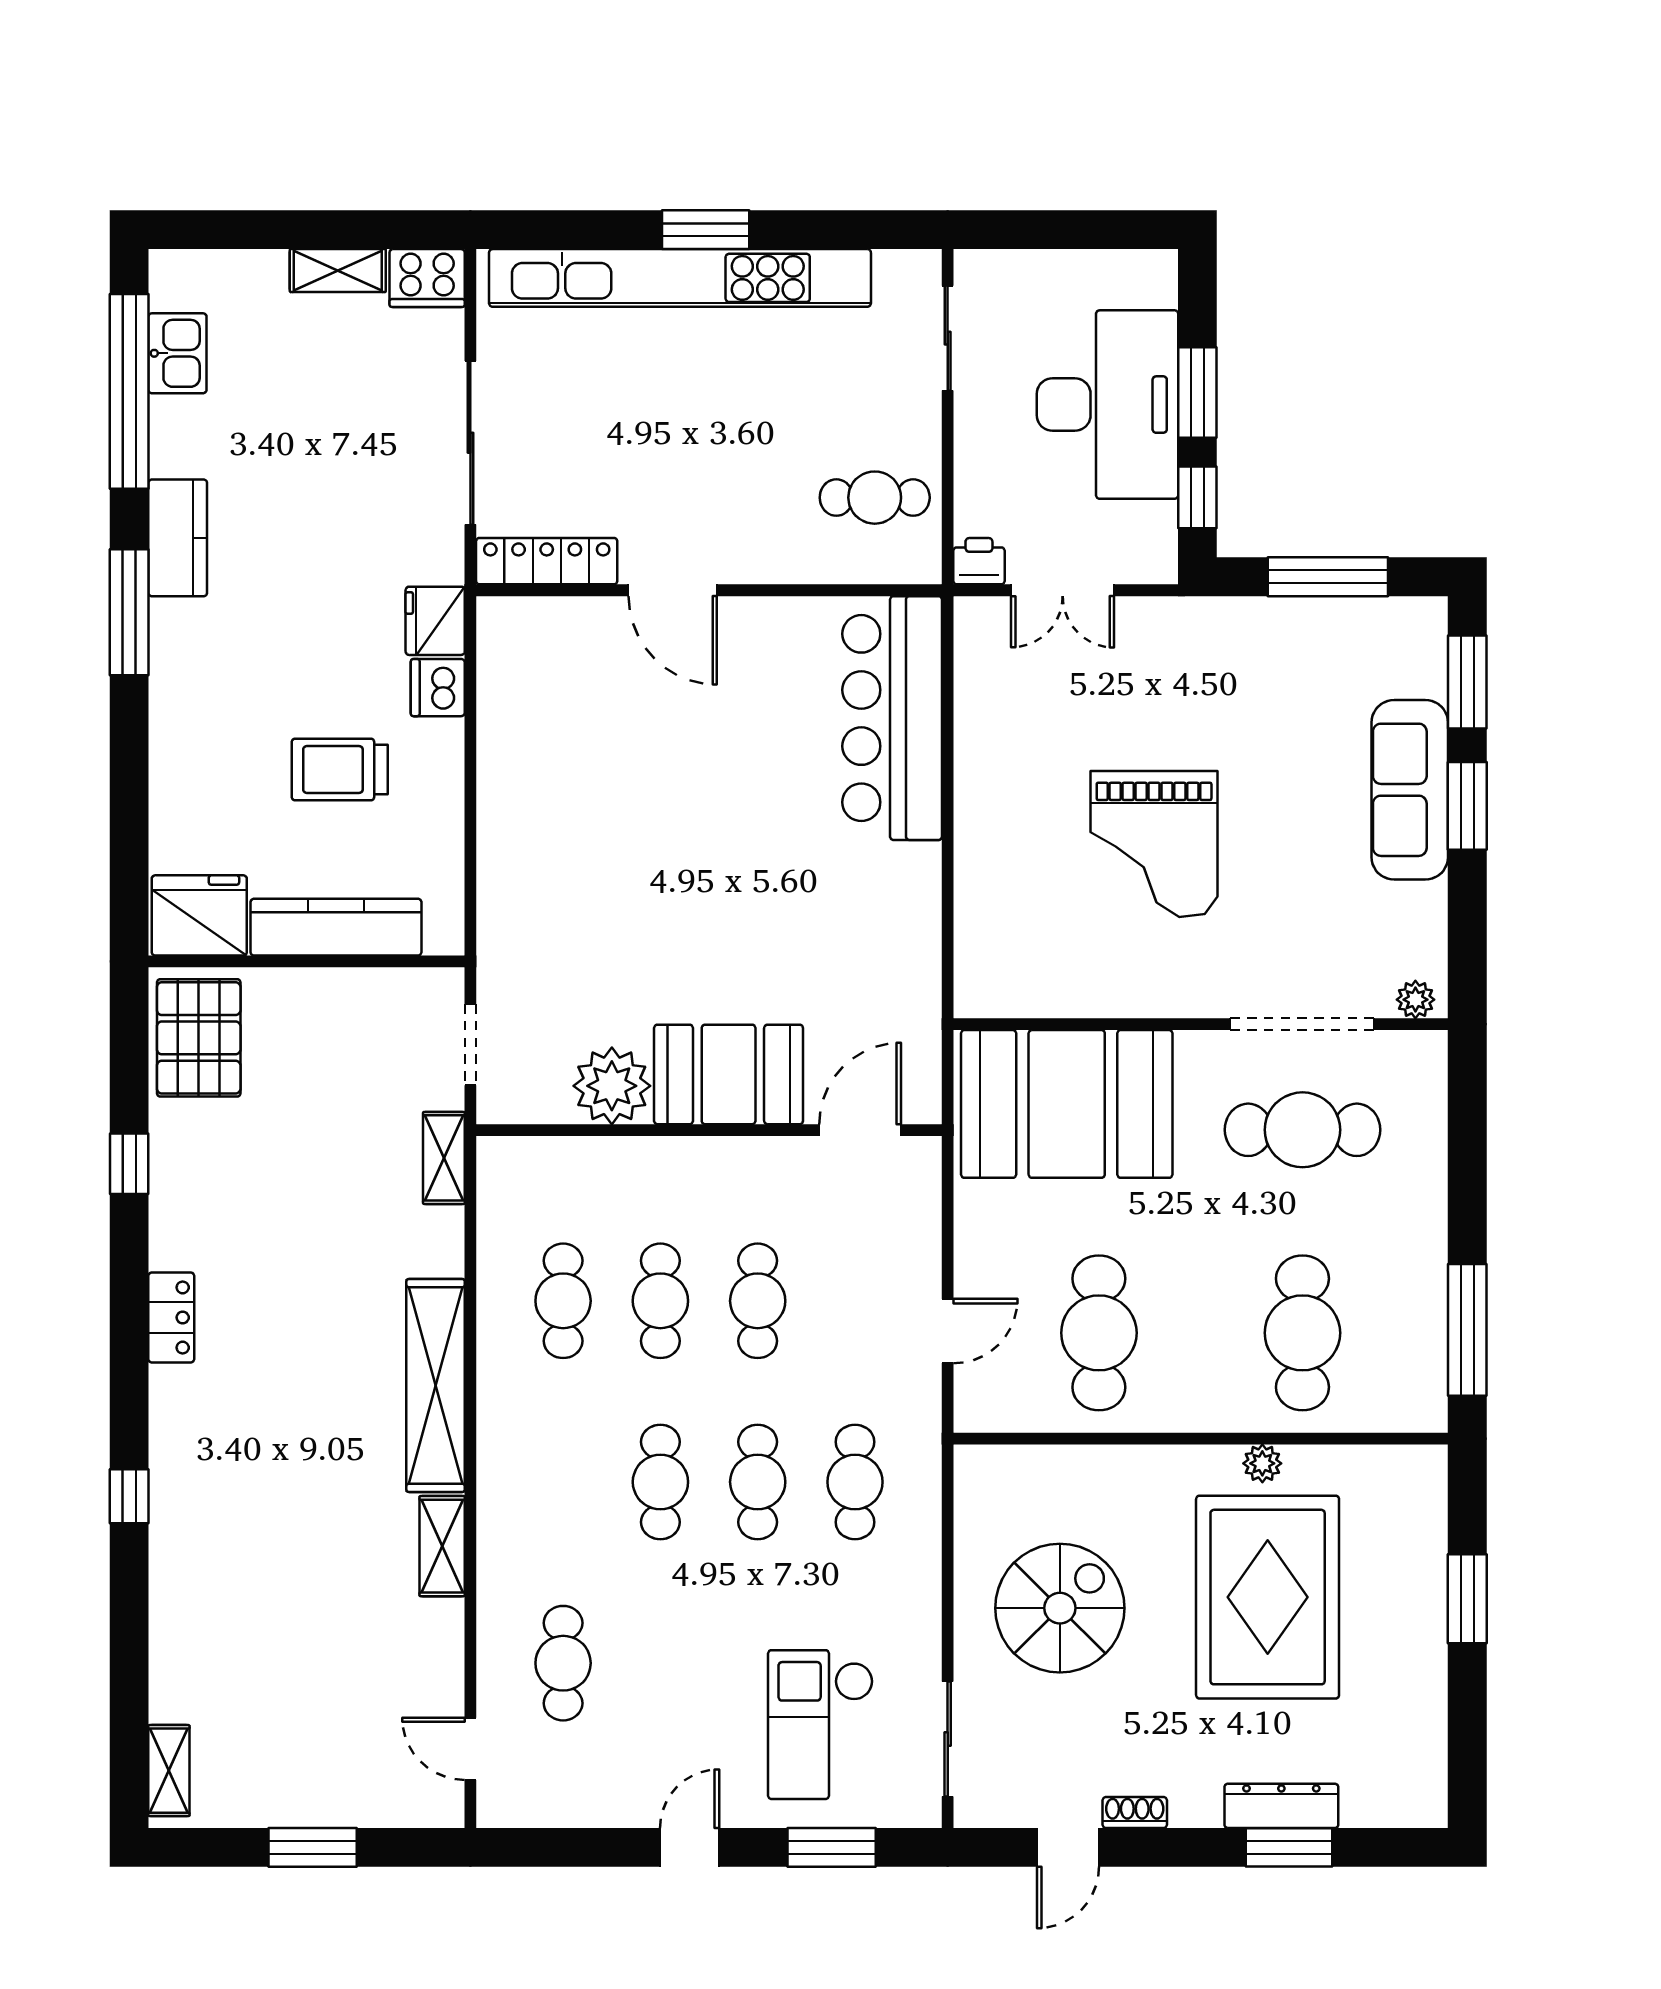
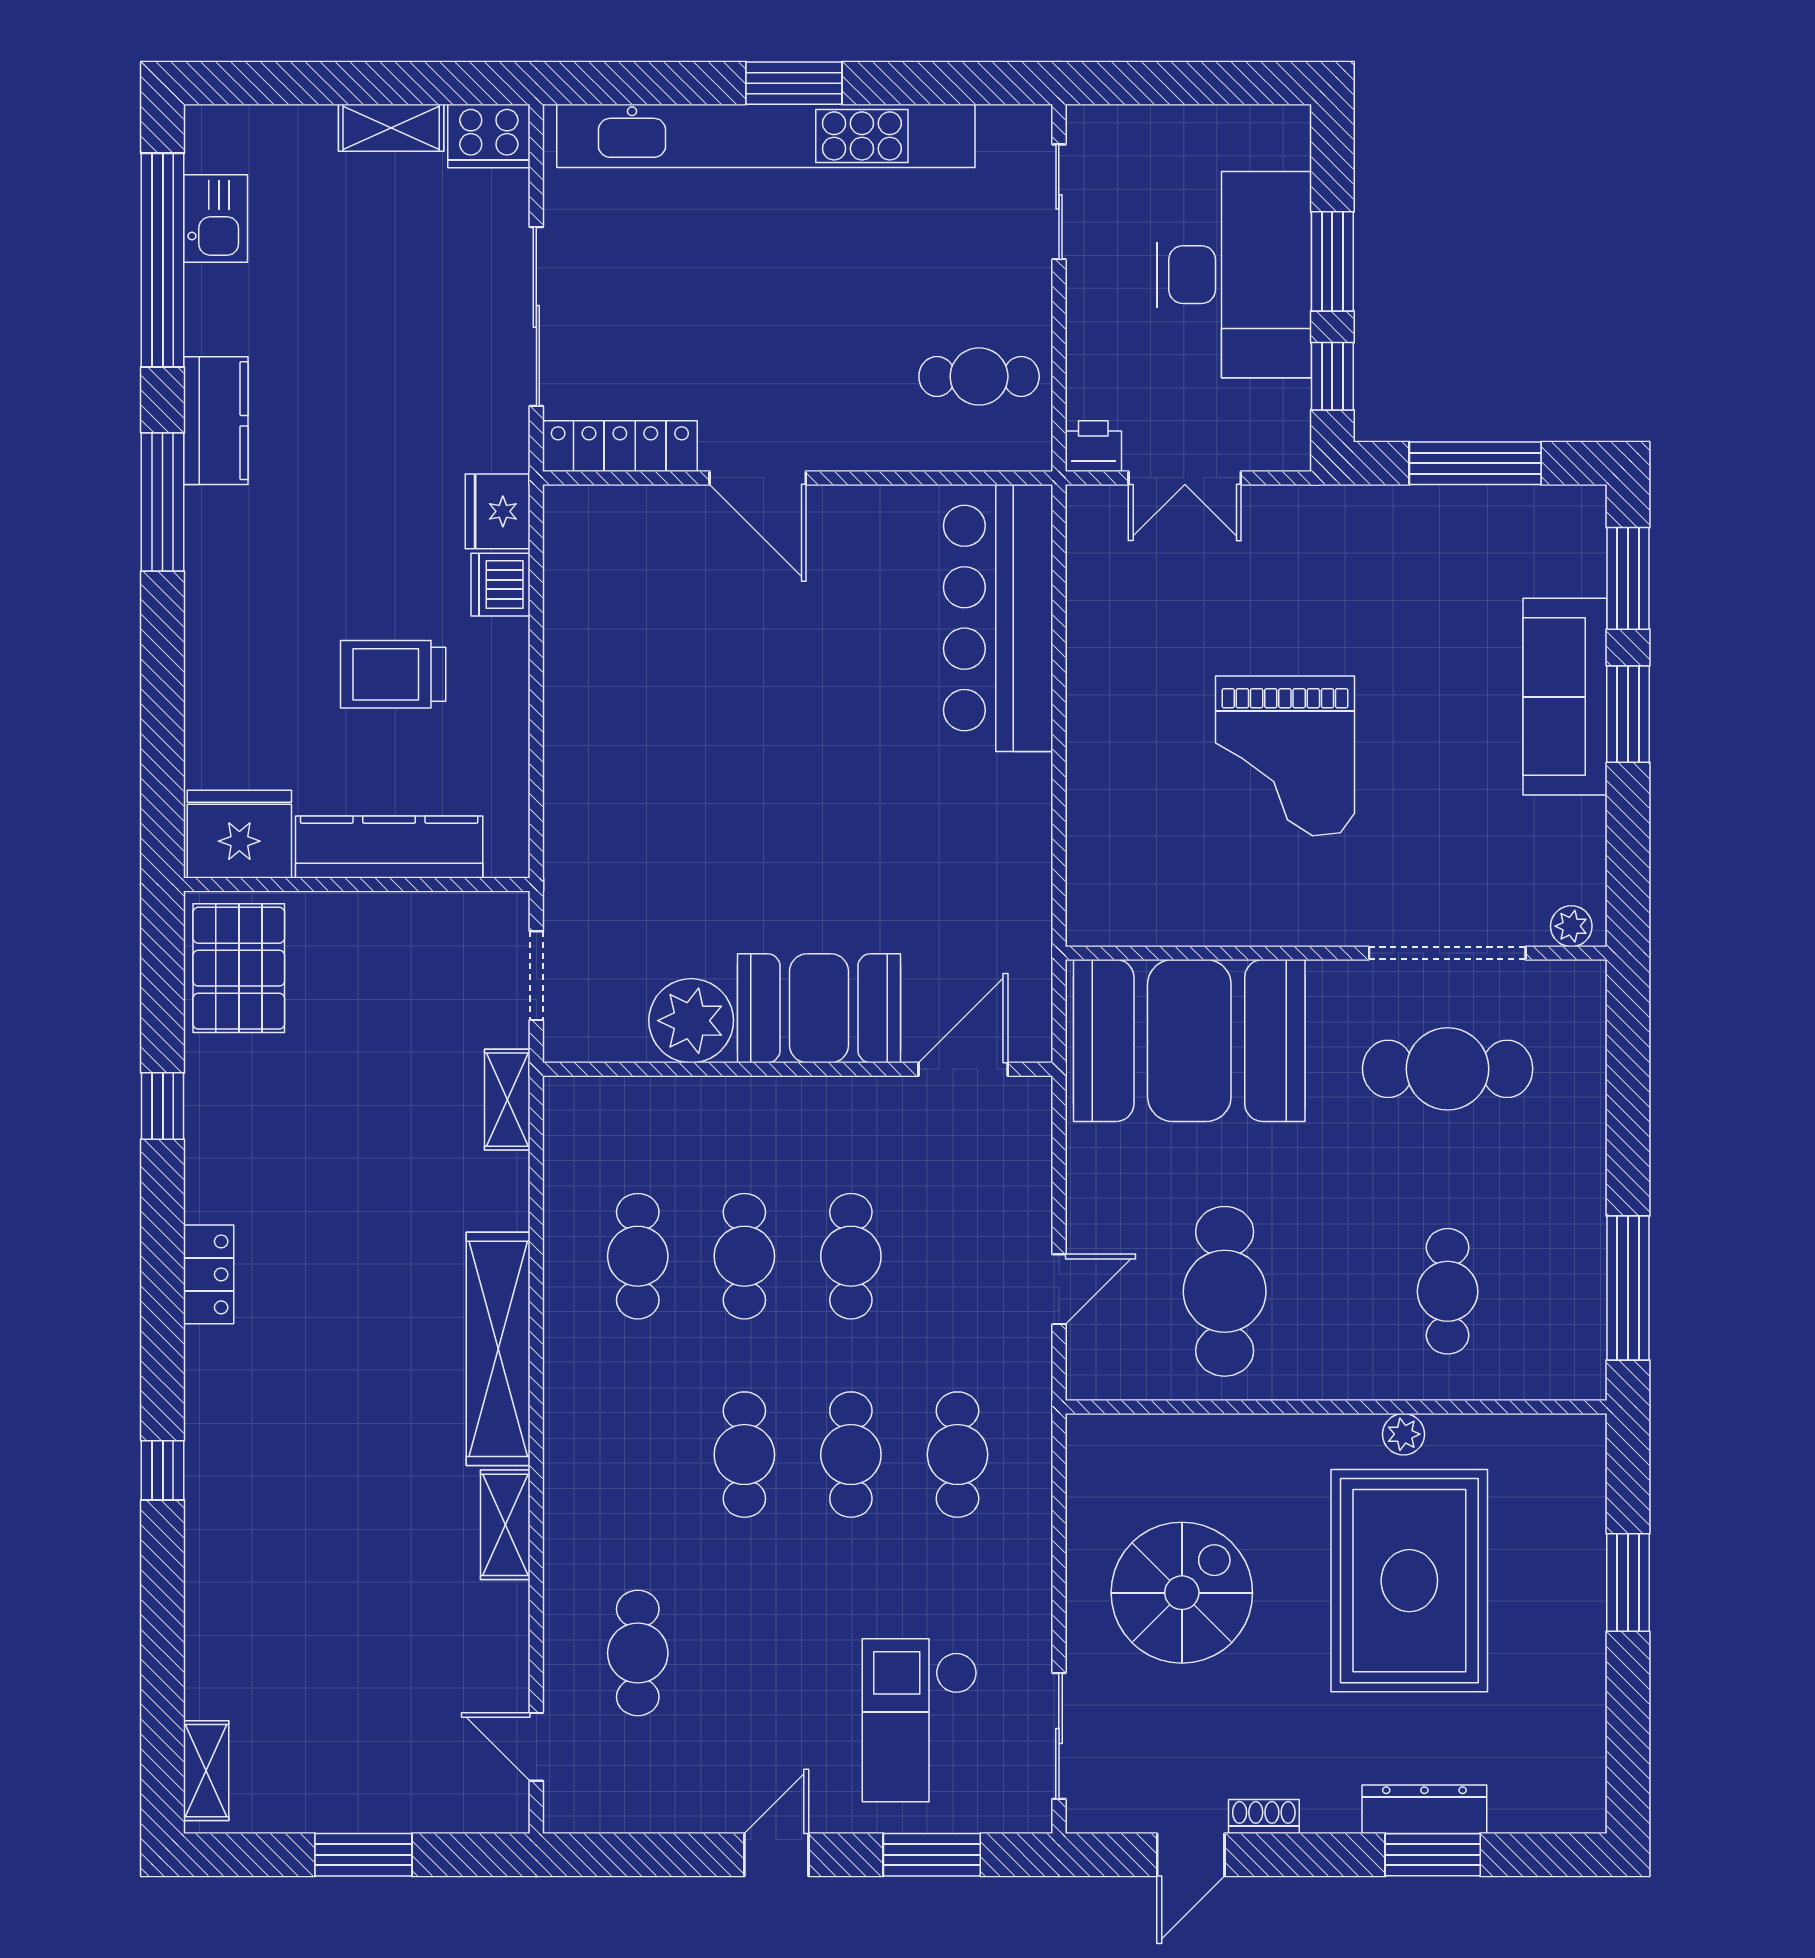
cafe table: (1302, 1333) -> (1448, 1291), width x0.73, depth x0.74

